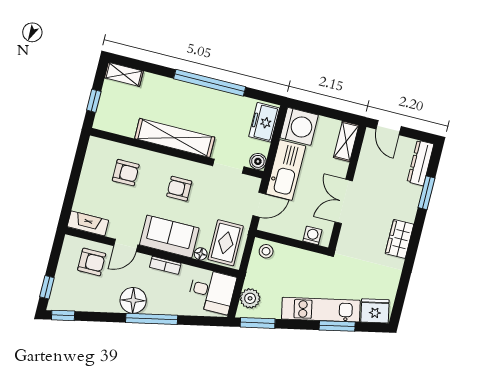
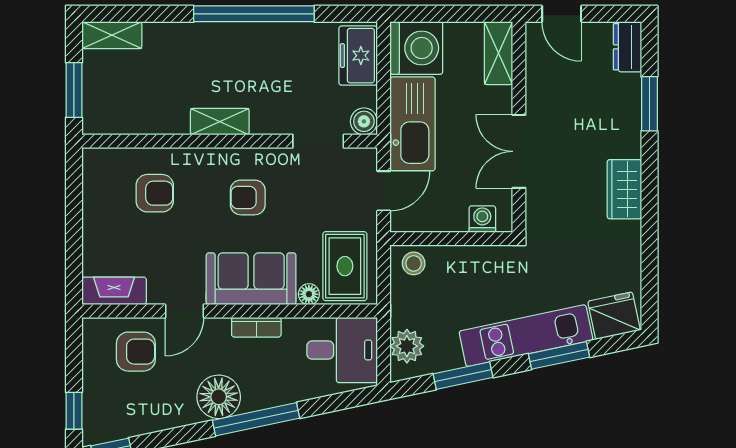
window: (94, 101) -> (74, 90), width x1.50
shelving: (175, 138) -> (220, 122), width x0.45, depth x0.75
dresser: (420, 163) -> (627, 47), width x0.70
window: (258, 323) -> (463, 376), moved

